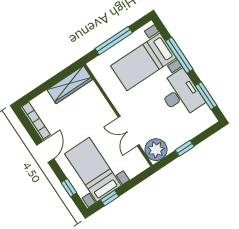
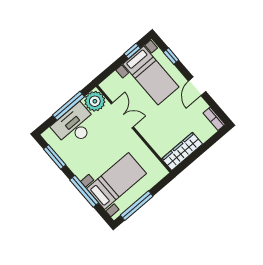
window: (114, 41) -> (137, 206), moved
desk: (181, 94) -> (75, 125), moved, turned 90
bookcase: (35, 121) -> (214, 119), width x0.64
window: (185, 148) -> (68, 106), width x2.17

